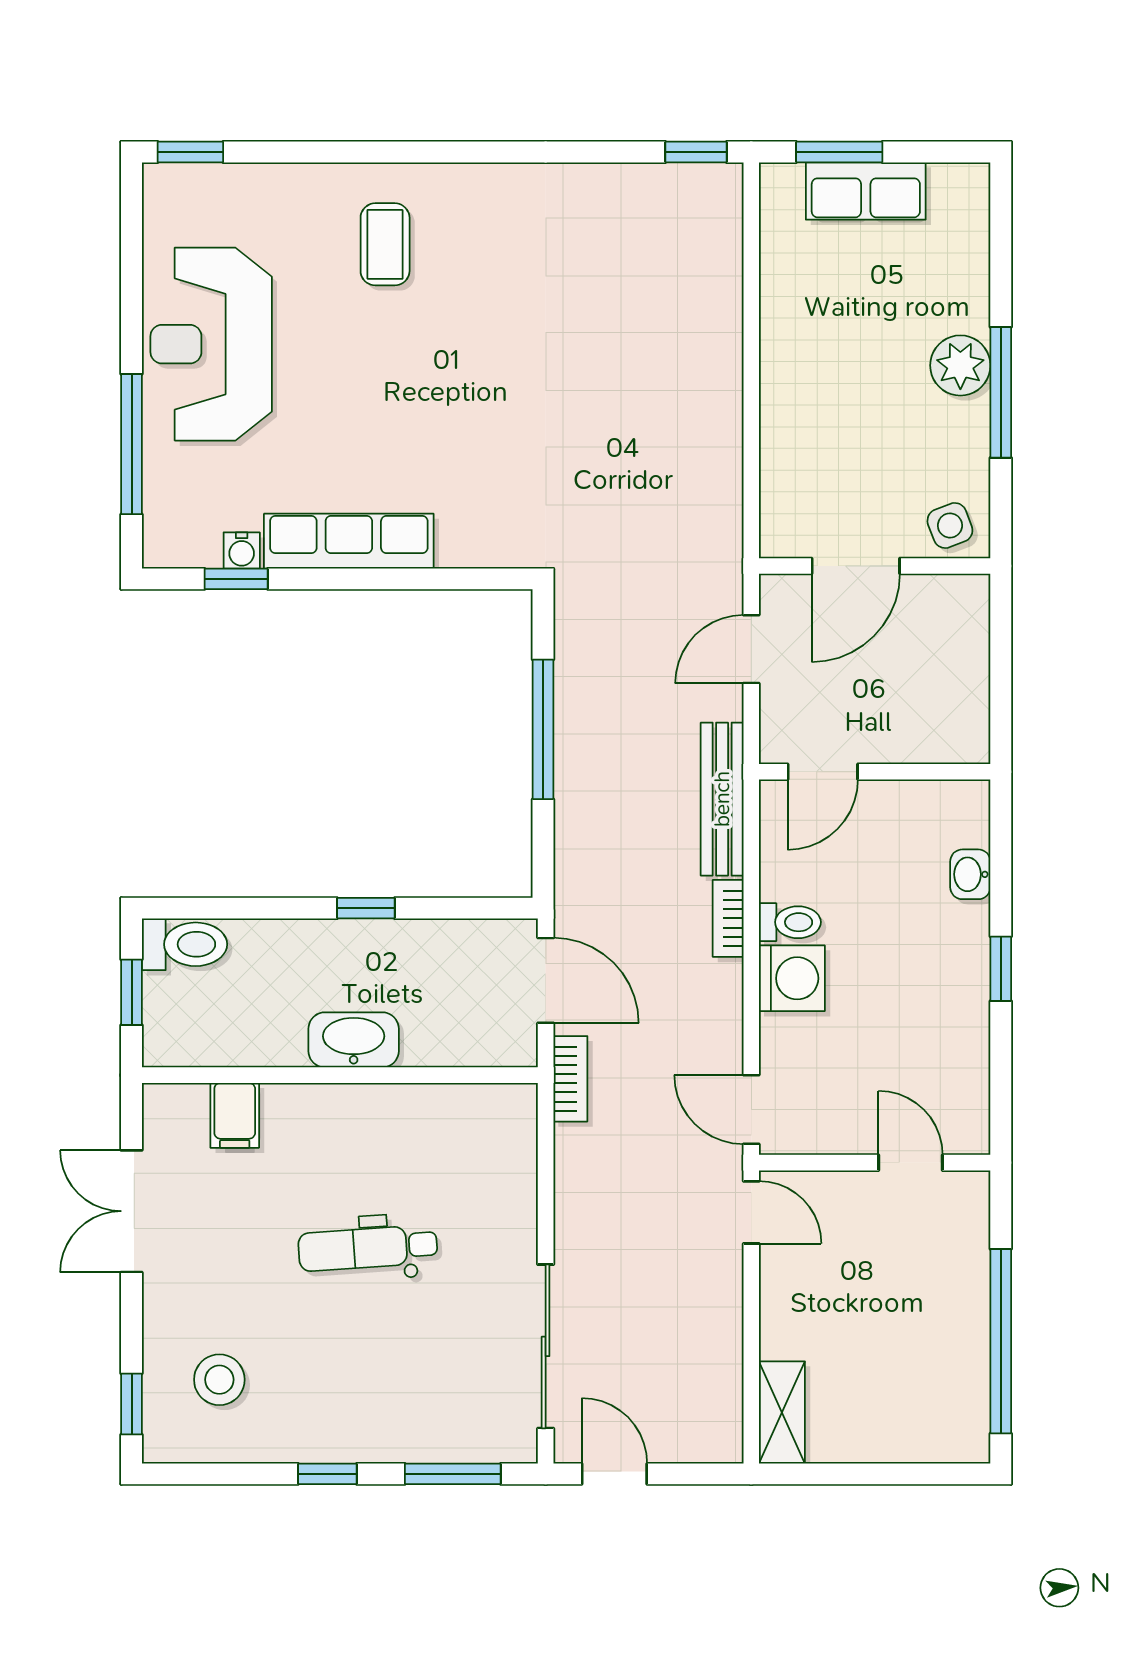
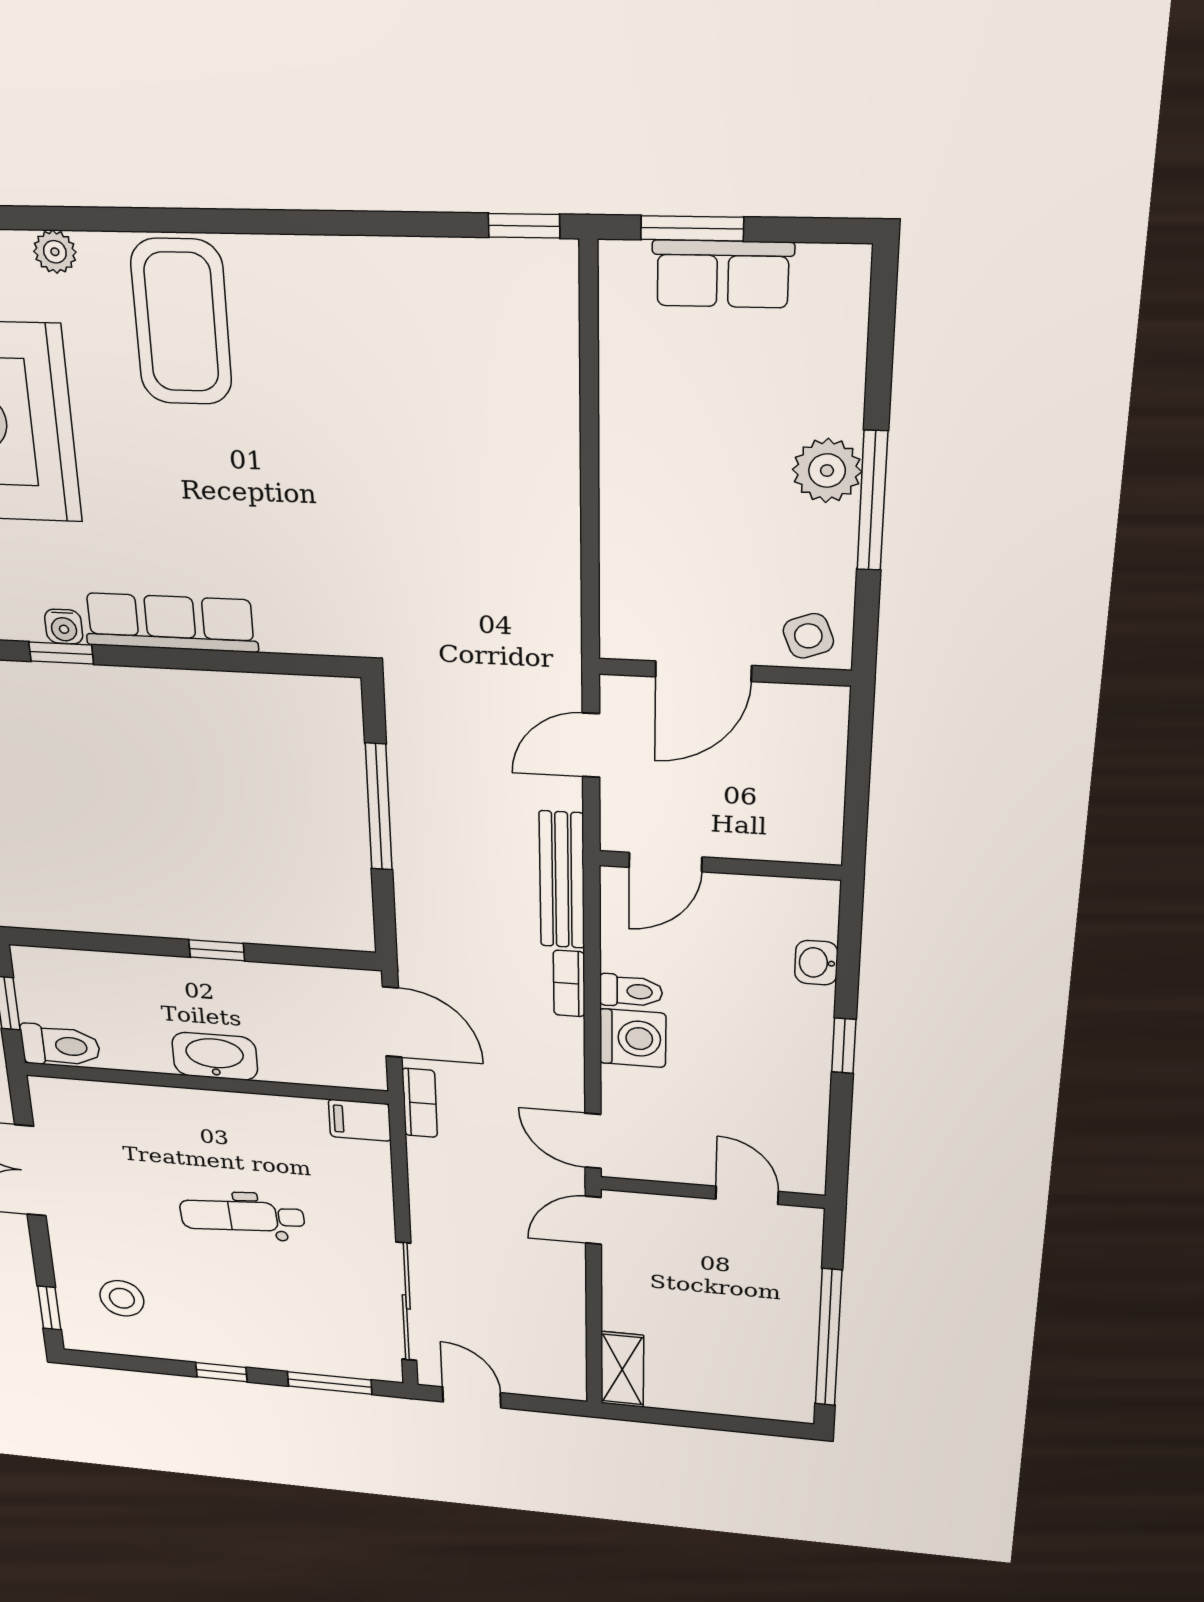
plant: (274, 182) -> (55, 252), added
coffee table: (385, 244) -> (181, 322), width x1.86, depth x1.72
toilet: (184, 944) -> (60, 1046), moved
filing cabinet: (235, 1115) -> (360, 1120), moved, turned 90
door: (751, 1212) -> (593, 1220), swing flipped

